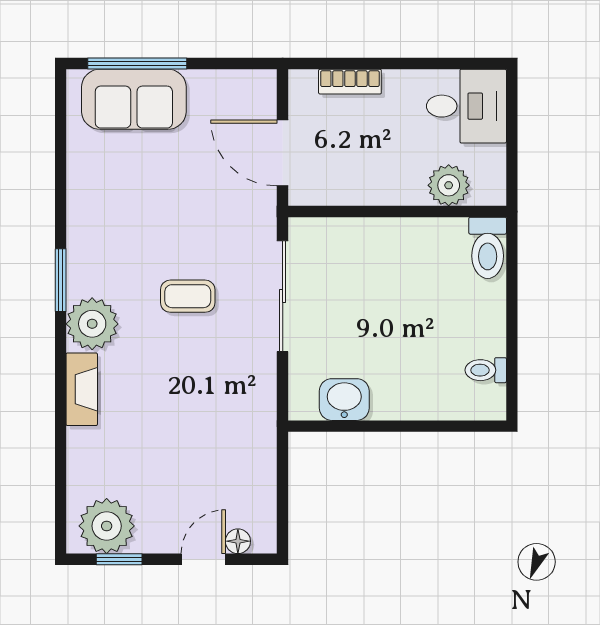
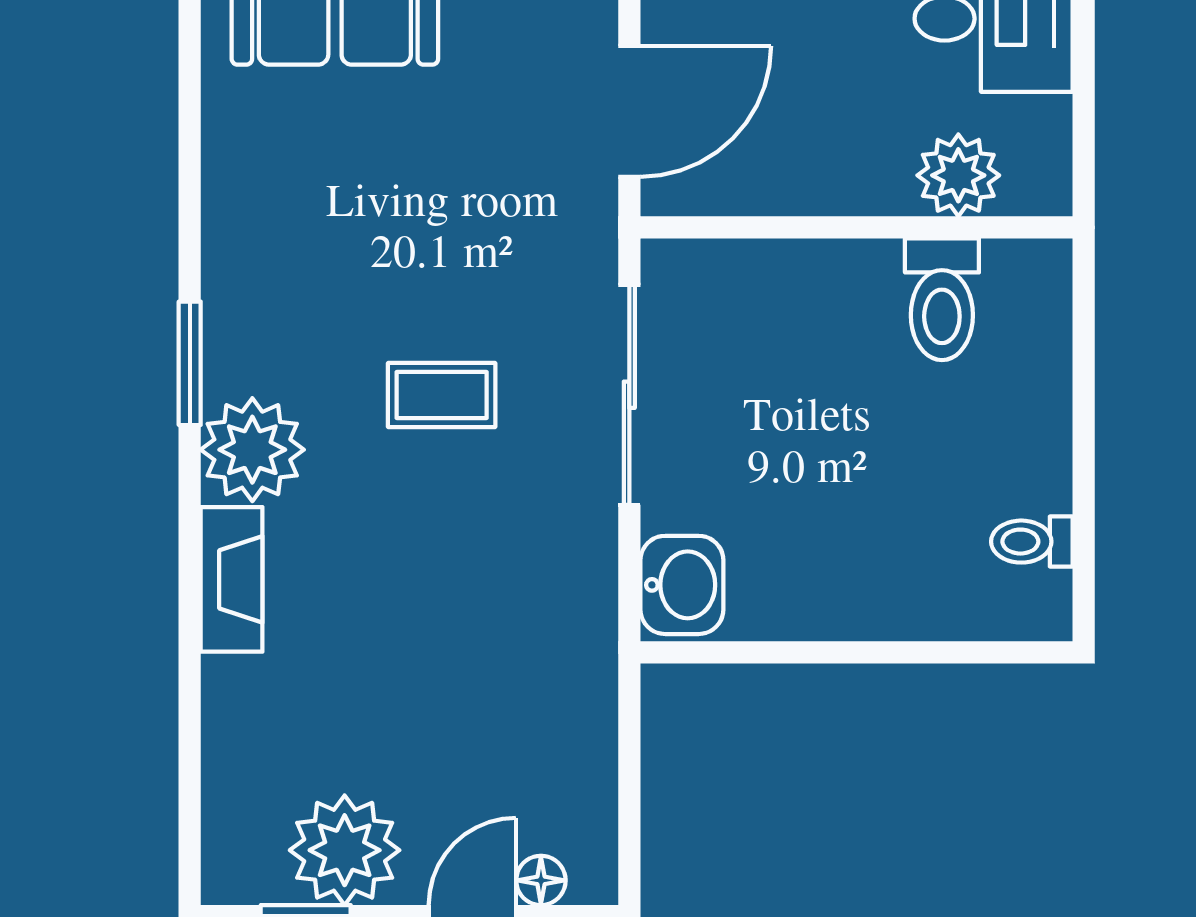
door: (283, 153) -> (629, 111), swing flipped
toilet: (488, 248) -> (942, 299), moved
washbasin: (344, 400) -> (682, 585), moved, turned 90
plant: (107, 526) -> (345, 850), moved

